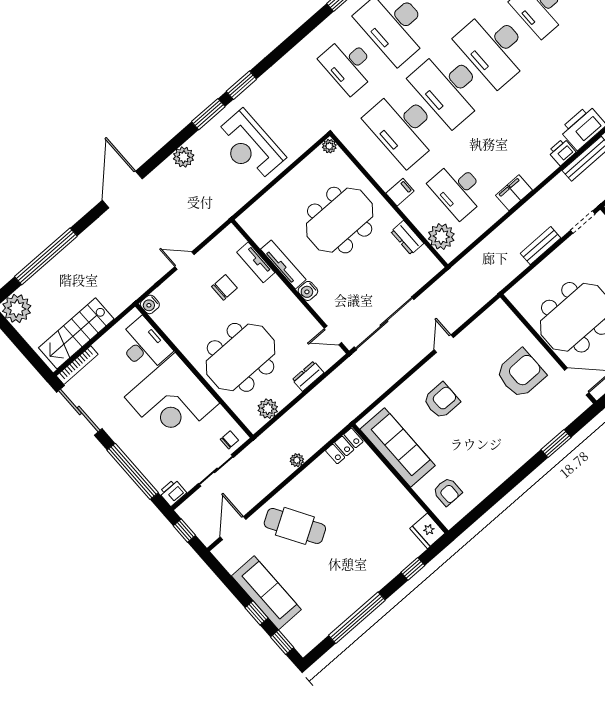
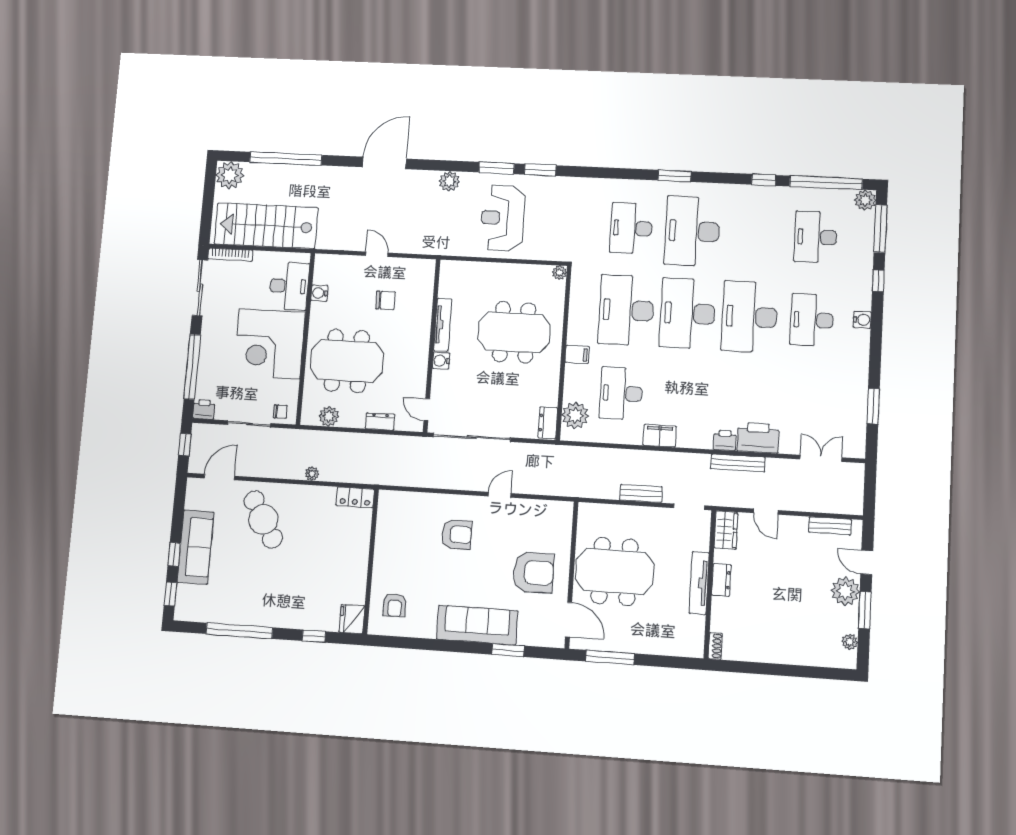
dresser: (407, 238) -> (548, 423), moved
tv unit: (256, 262) -> (425, 304), removed
water cooler: (150, 304) -> (319, 293), moved
stairs: (76, 333) -> (266, 226), width x1.36, depth x1.51
sofa: (398, 447) -> (477, 625), moved, turned -90

